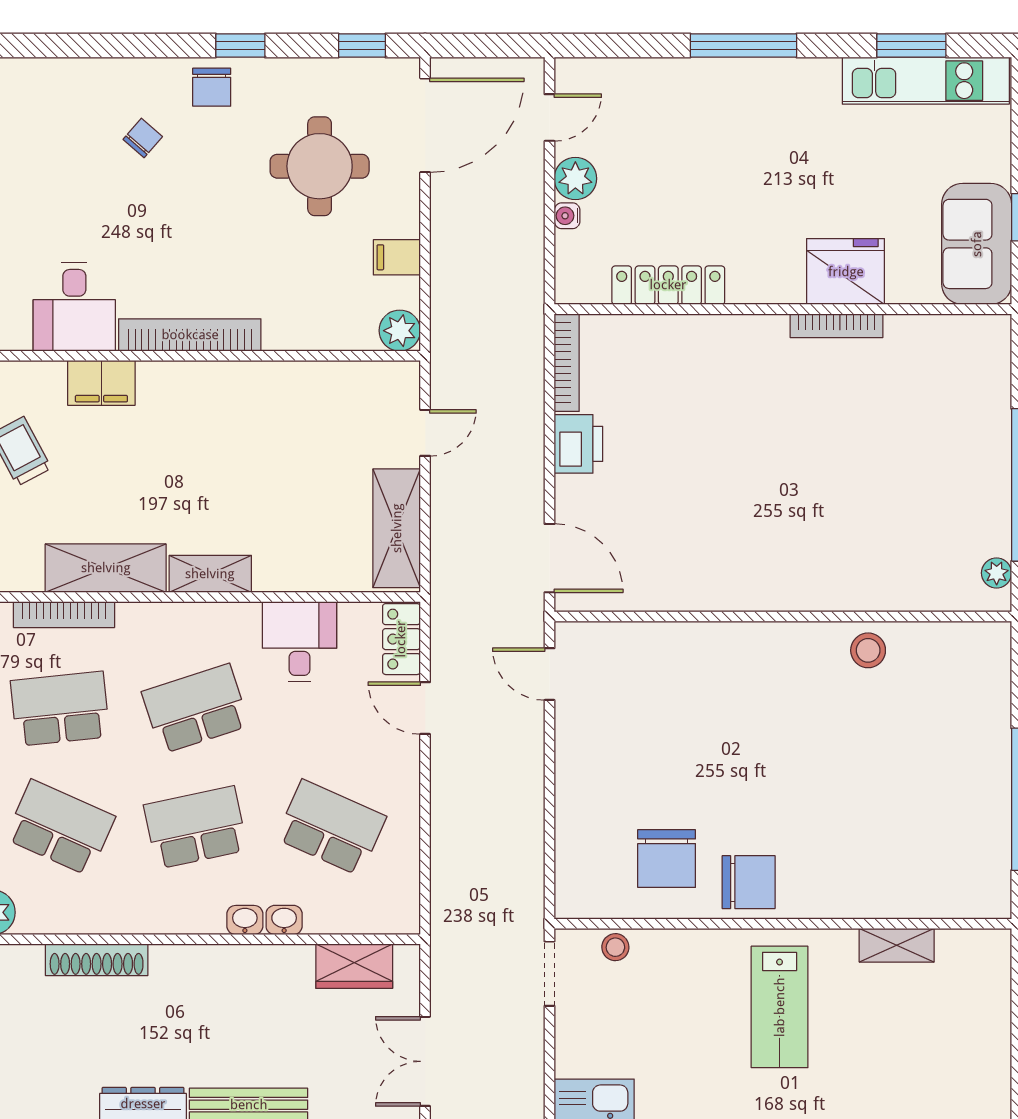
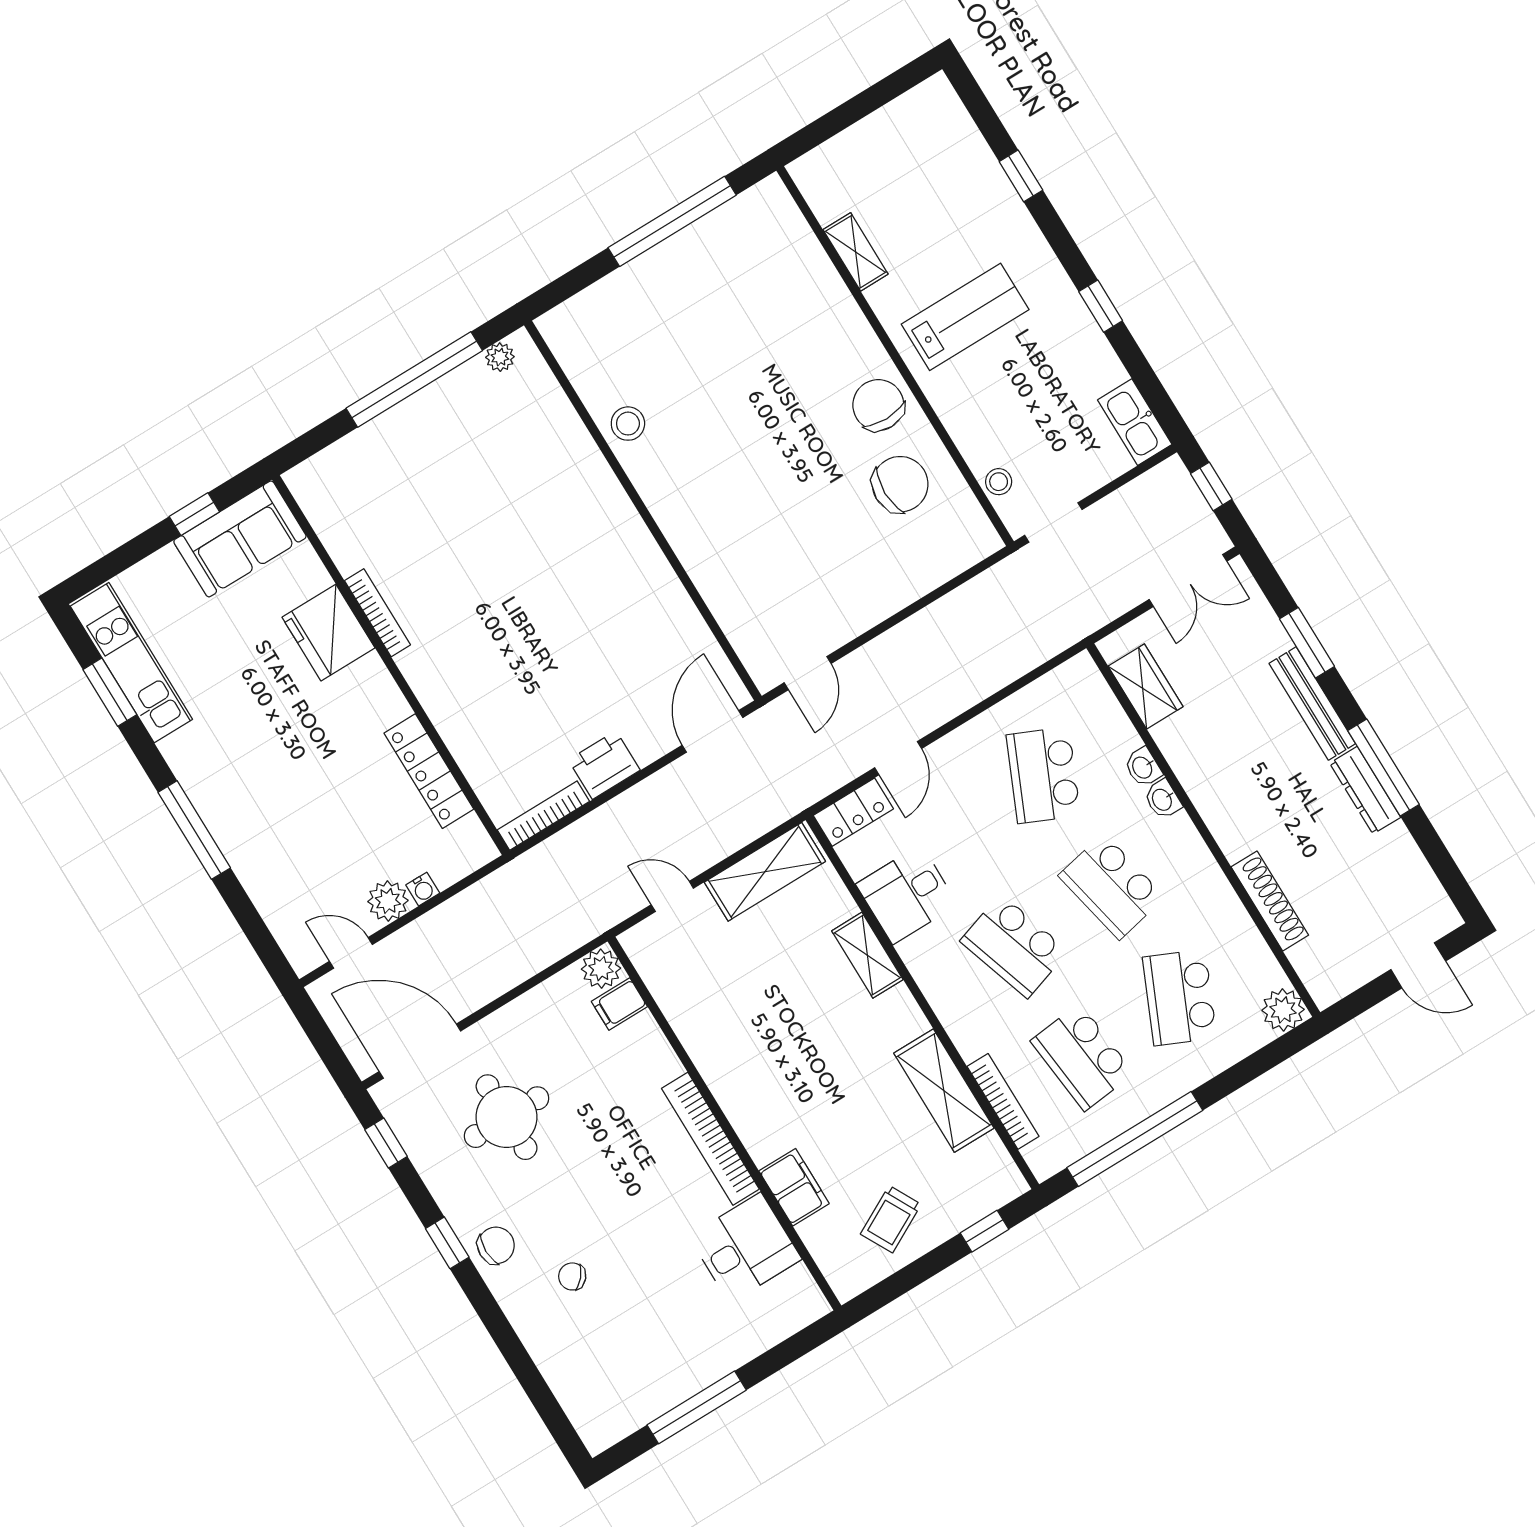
filing cabinet: (397, 257) -> (619, 1004), moved, turned 90
shelving: (210, 574) -> (867, 955), moved

